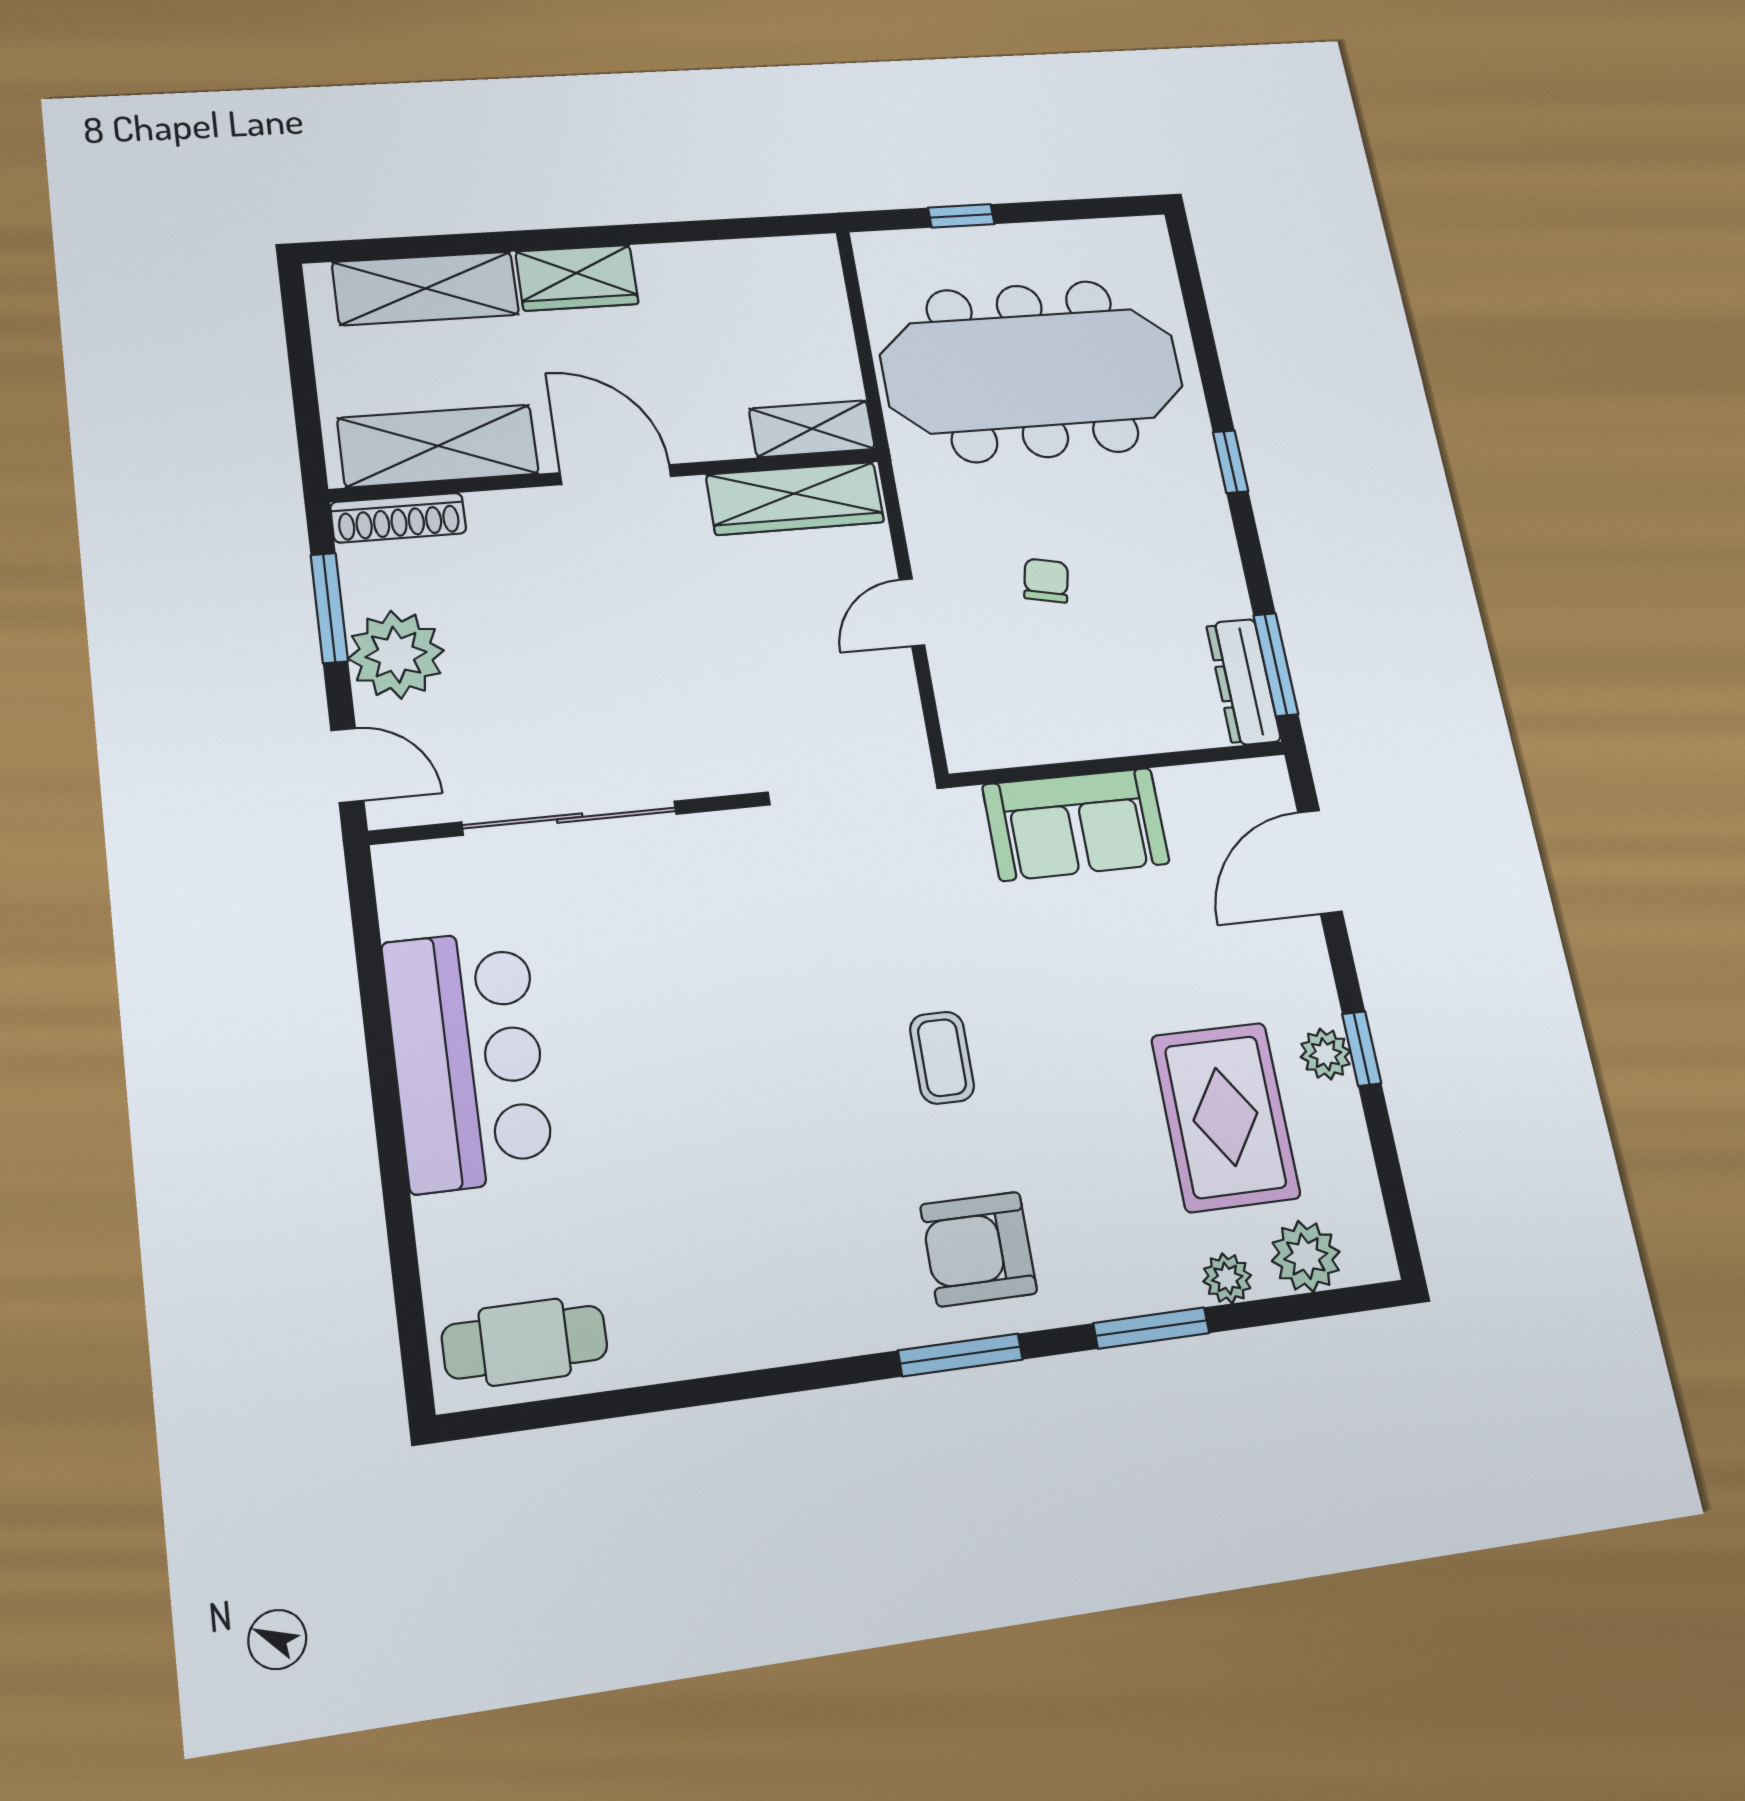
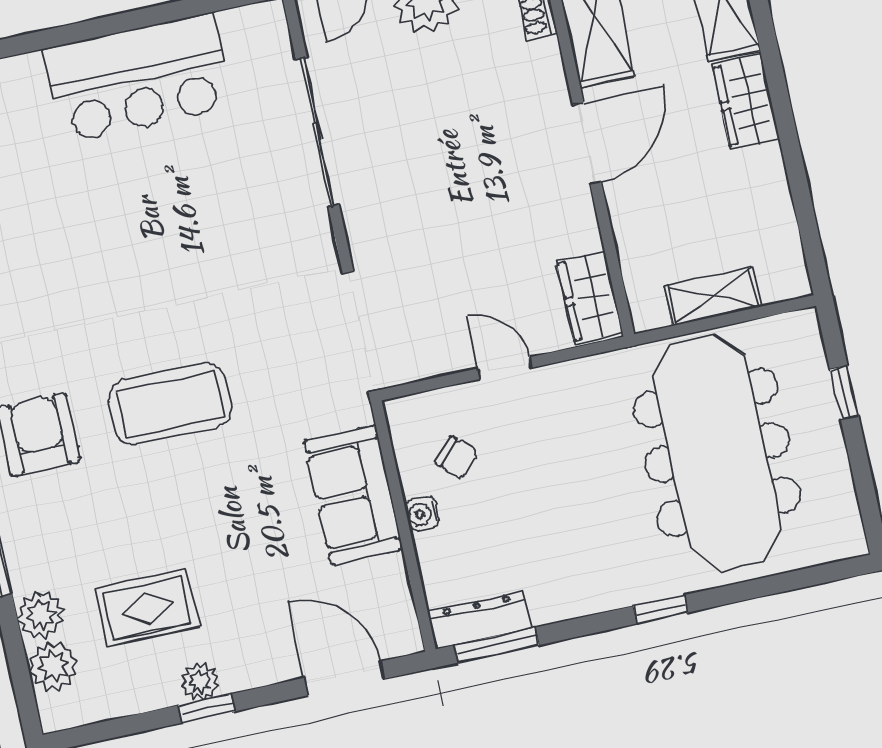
shelving: (812, 429) -> (713, 296), moved, turned 90
wardrobe: (795, 498) -> (590, 297), width x0.67
chair: (1046, 581) -> (457, 458), moved, turned 31
water cooler: (1103, 738) -> (422, 514), added
coffee table: (942, 1058) -> (170, 404), width x1.86, depth x1.72
rug: (1225, 1117) -> (147, 608), width x0.73, depth x0.70
plant: (1227, 1278) -> (41, 615), width x1.38, depth x1.38

